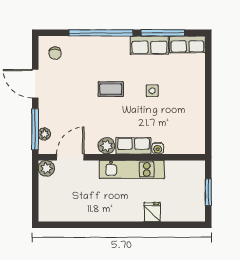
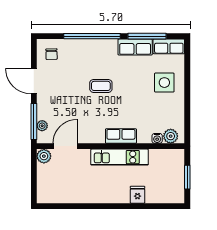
side table: (152, 91) -> (164, 83), moved, width x1.87, depth x1.87
plant: (107, 146) -> (171, 136), moved
water cooler: (158, 148) -> (157, 138), moved

